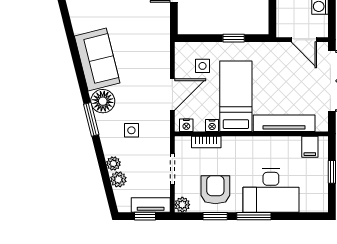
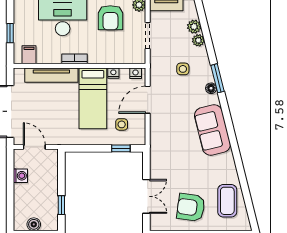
window: (234, 38) -> (121, 148), moved
floor lamp: (103, 101) -> (211, 88), width x0.53, depth x0.53
bookcase: (206, 142) -> (74, 59), moved

